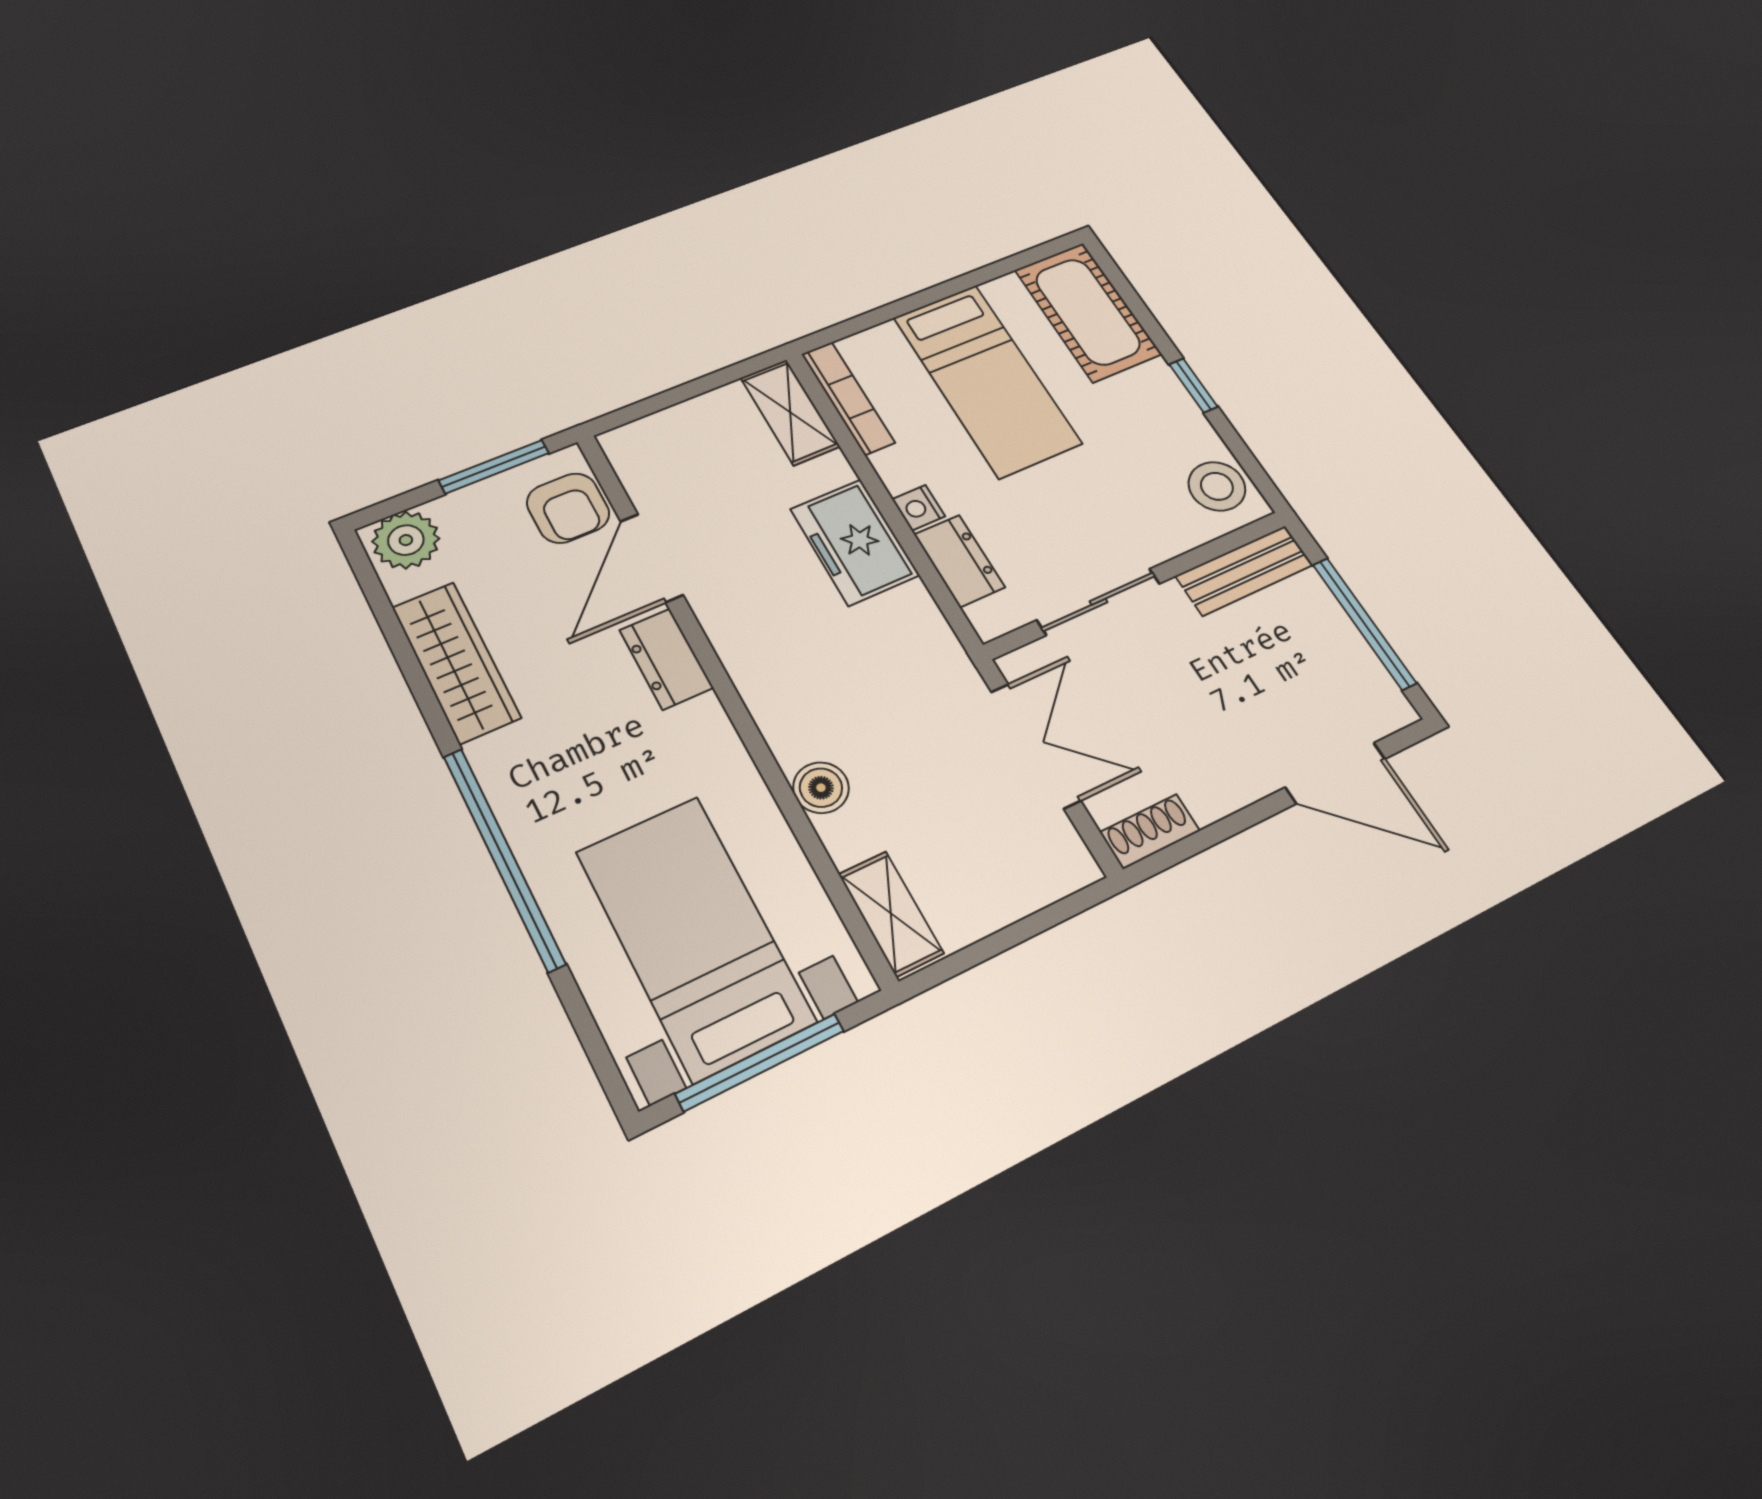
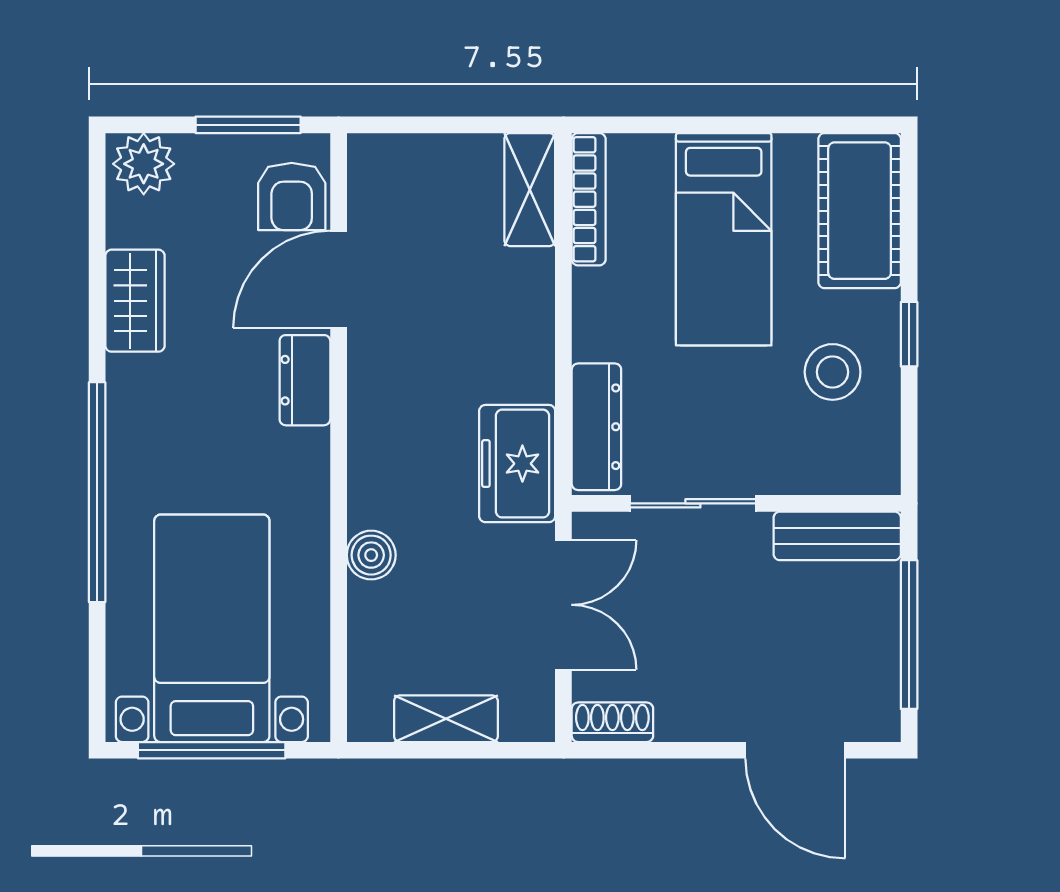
stool: (1217, 486) -> (833, 372), moved
nightstand: (919, 508) -> (590, 339), removed
freezer: (855, 542) -> (517, 464), moved
dresser: (959, 561) -> (596, 427), width x1.44
wardrobe: (456, 662) -> (135, 301), width x0.67
shelving: (891, 914) -> (446, 719), moved, turned 90

